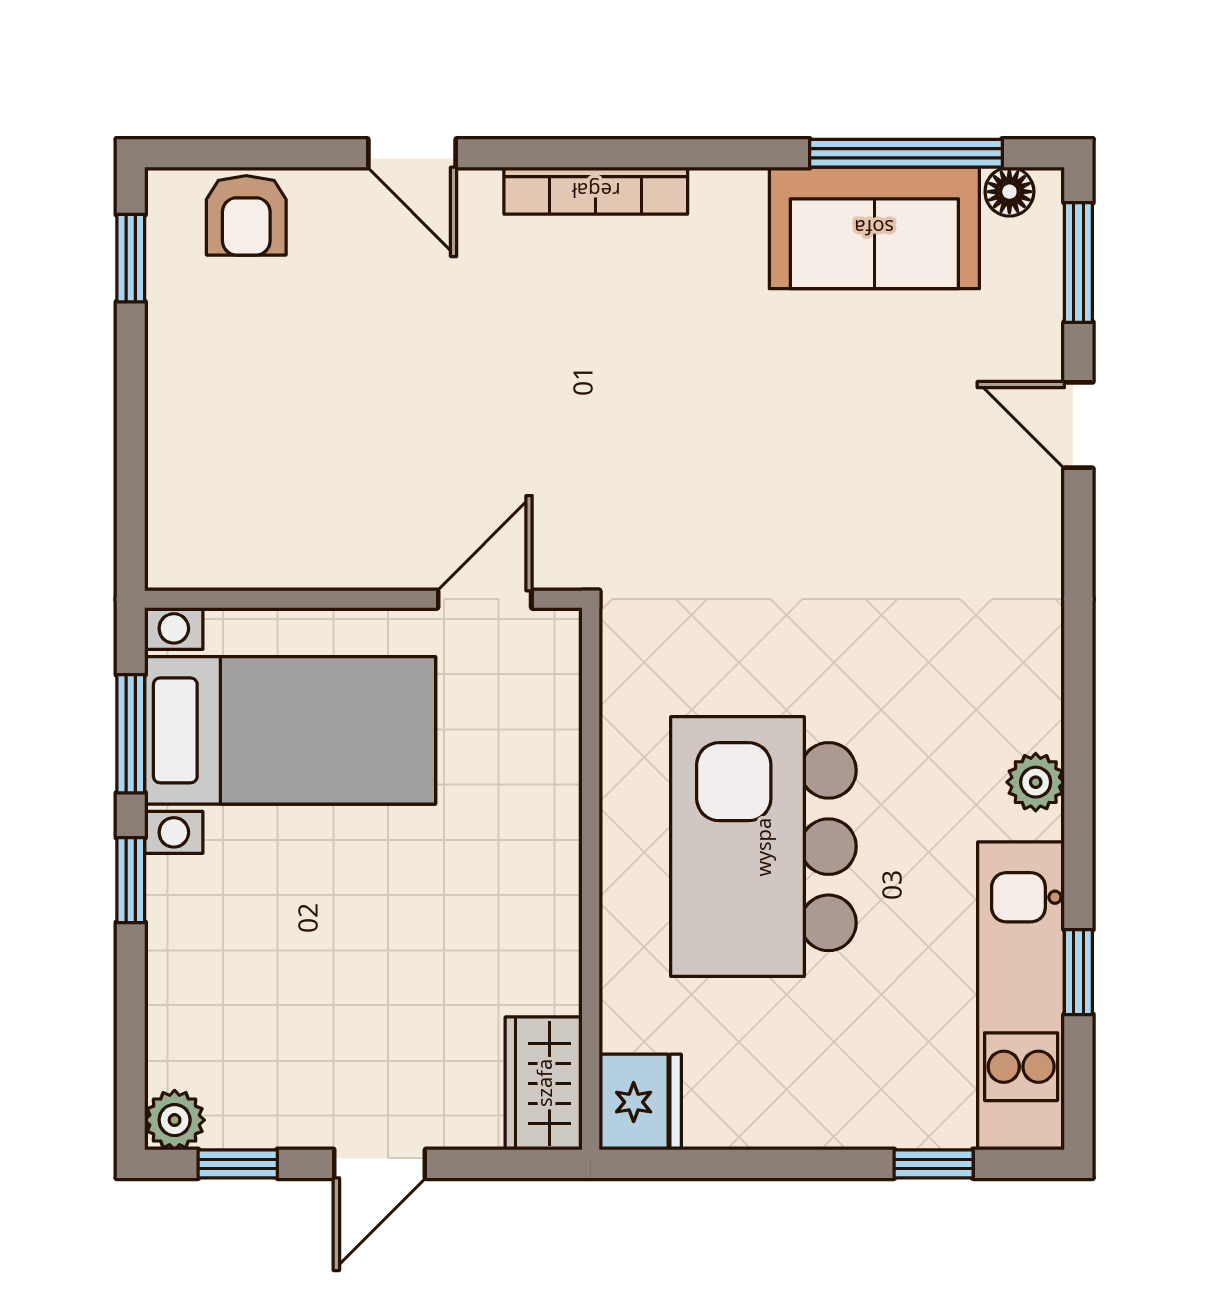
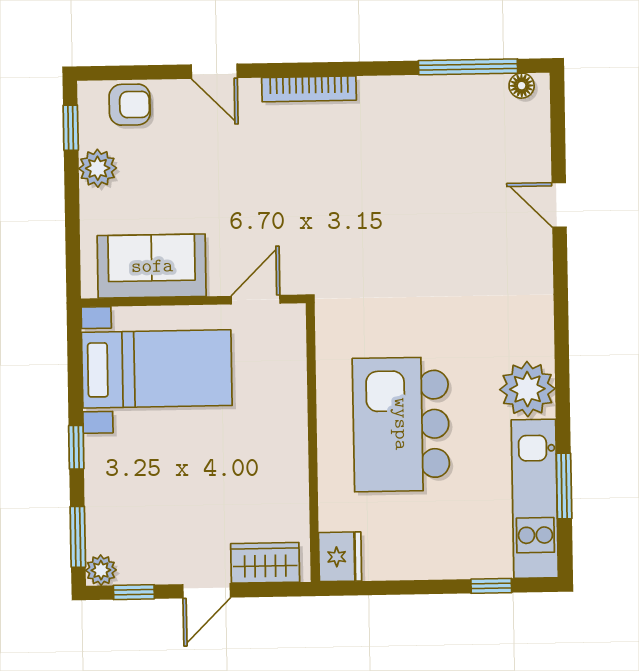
armchair: (246, 215) -> (130, 105), turned -90
sofa: (874, 228) -> (152, 266), moved, turned 180
window: (1078, 262) -> (558, 121), removed
plant: (182, 338) -> (98, 168), added
window: (131, 734) -> (78, 537), moved
plant: (1036, 782) -> (527, 389), width x1.87, depth x1.87
window: (1078, 972) -> (564, 486), width x1.50
wardrobe: (544, 1083) -> (265, 563), moved, turned 90

